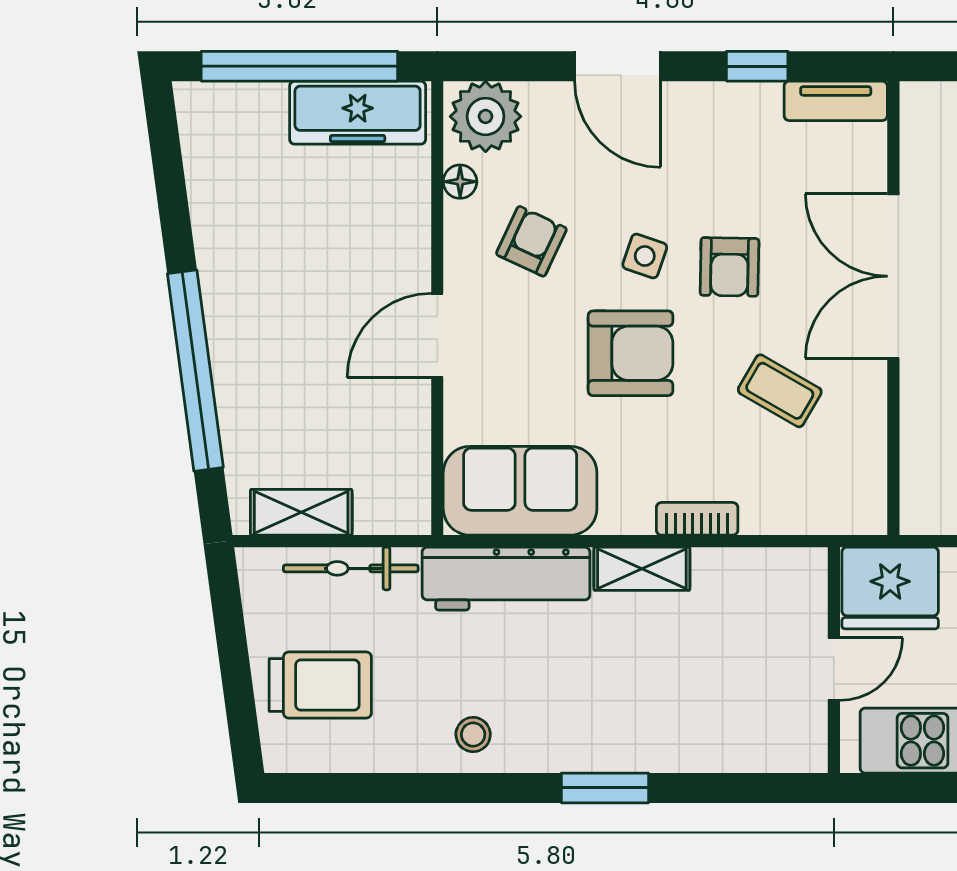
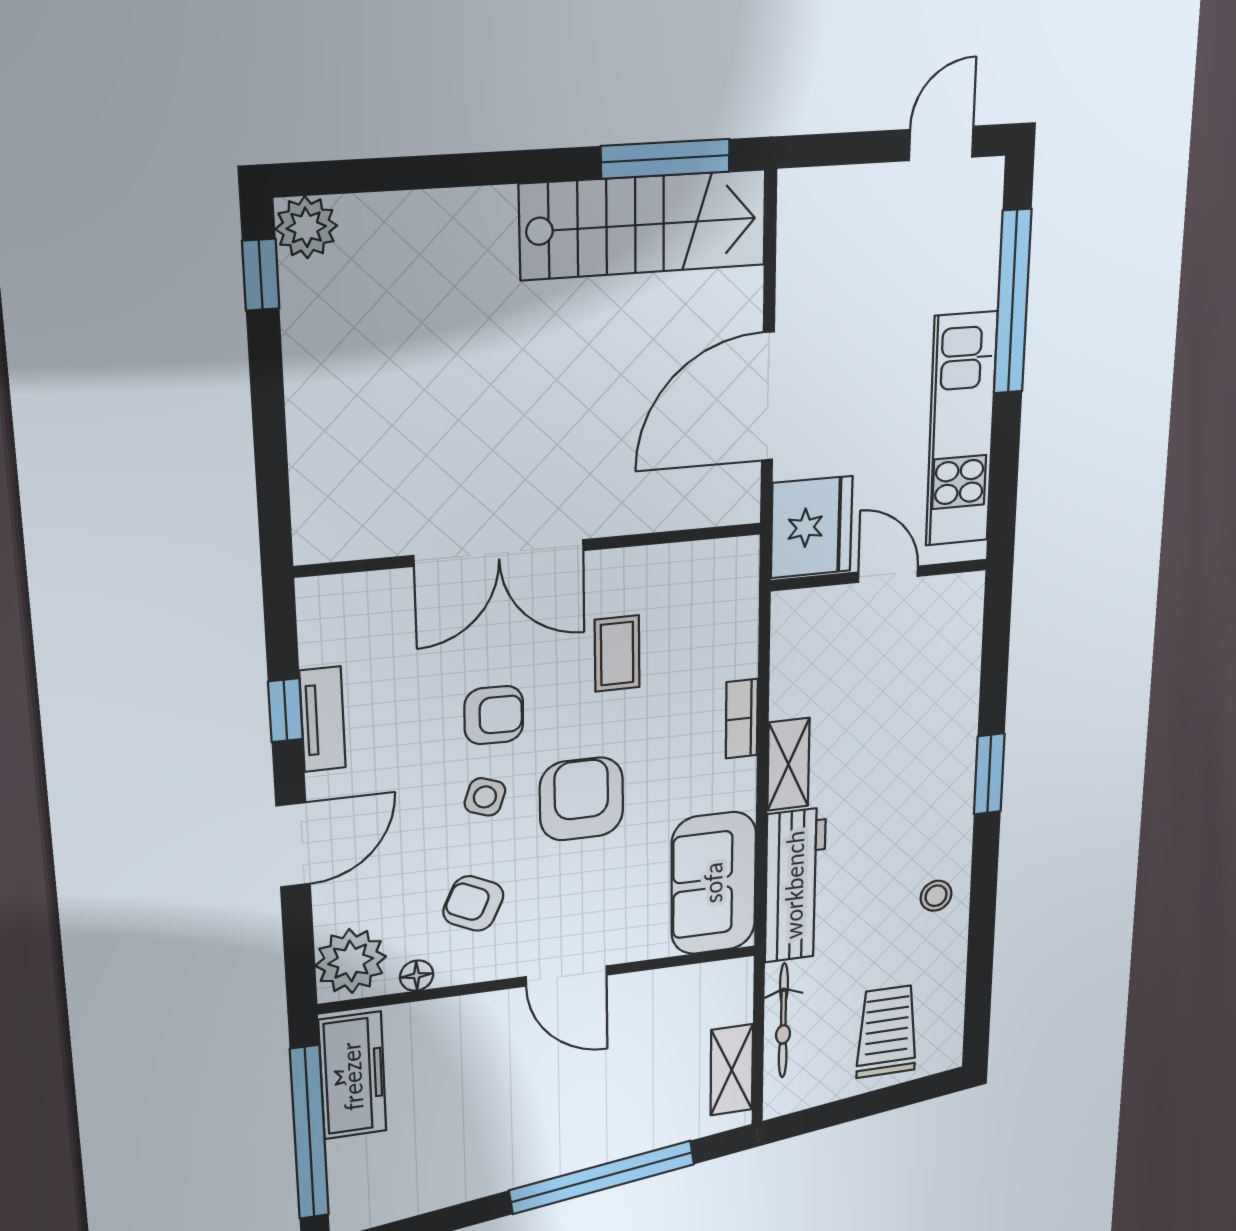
tv unit: (836, 101) -> (322, 719), moved
coffee table: (780, 391) -> (617, 654), turned -30

